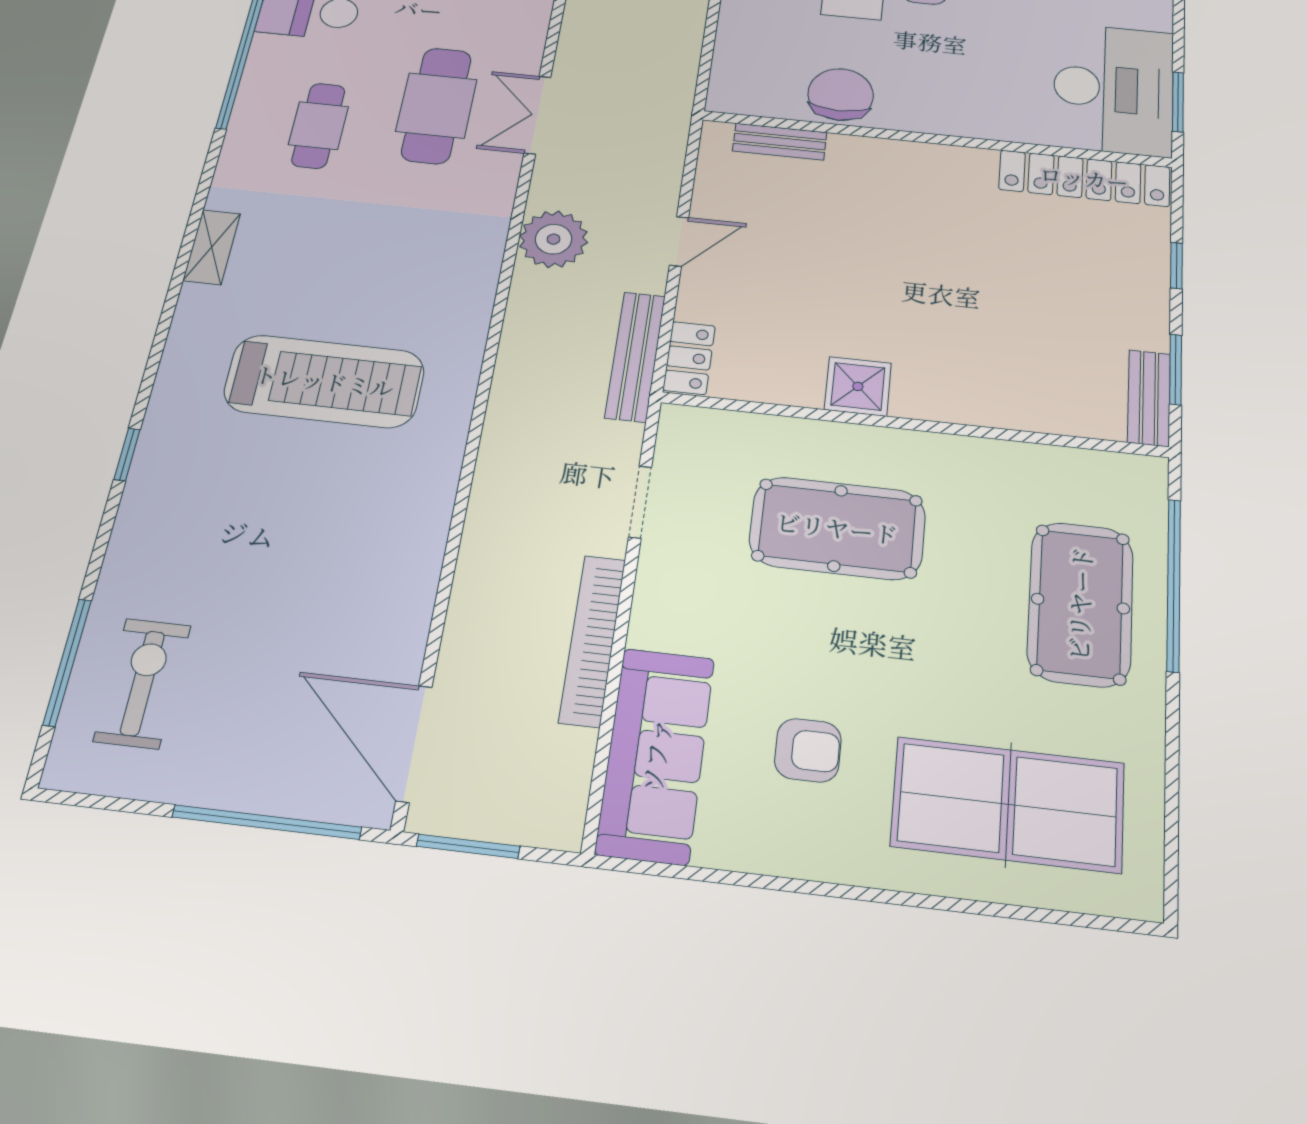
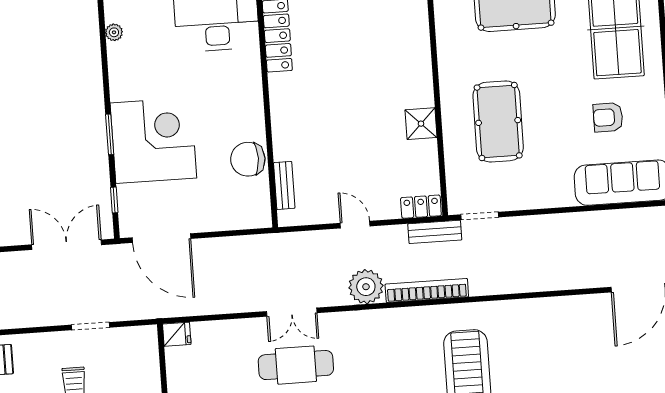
bench: (635, 356) -> (435, 232), width x0.73
doorway: (640, 502) -> (480, 216), moved
bookcase: (592, 640) -> (427, 290), moved, turned 180
armchair: (808, 750) -> (608, 117), turned -90

